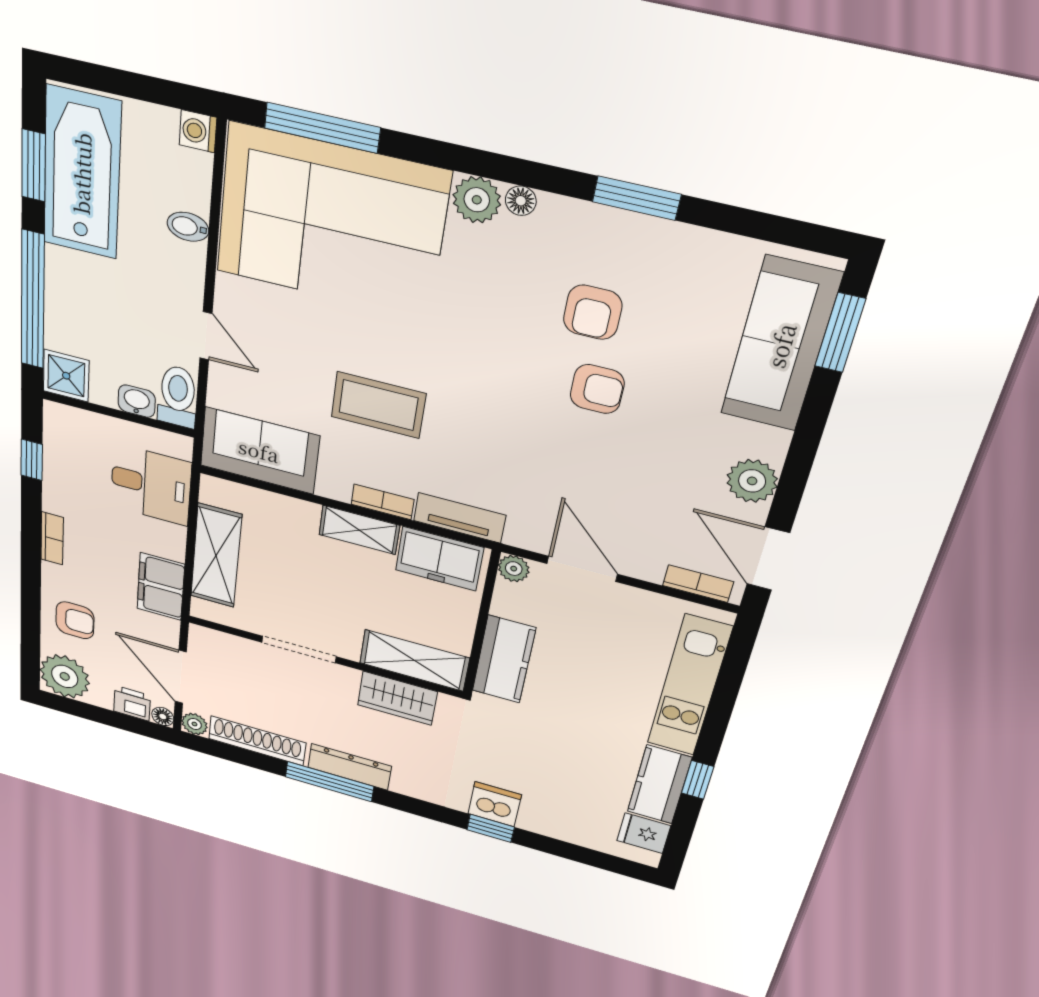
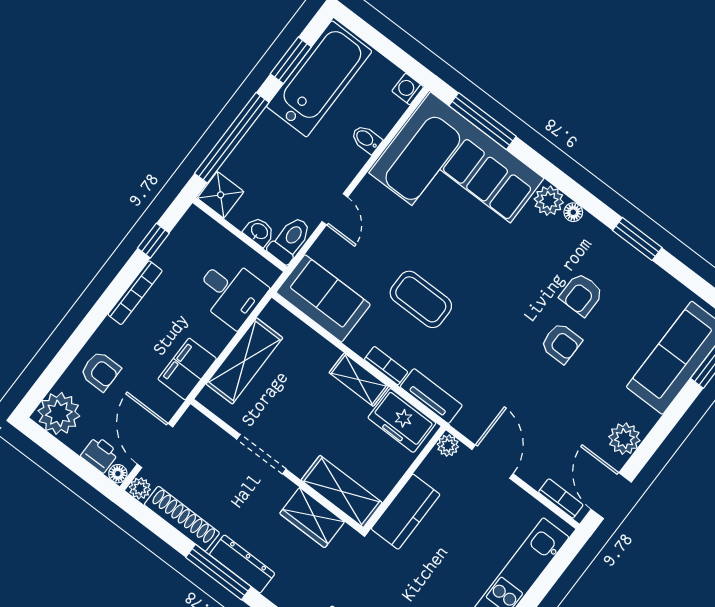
bookcase: (52, 538) -> (135, 293), width x1.56

